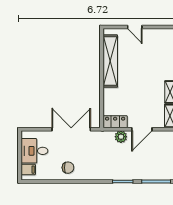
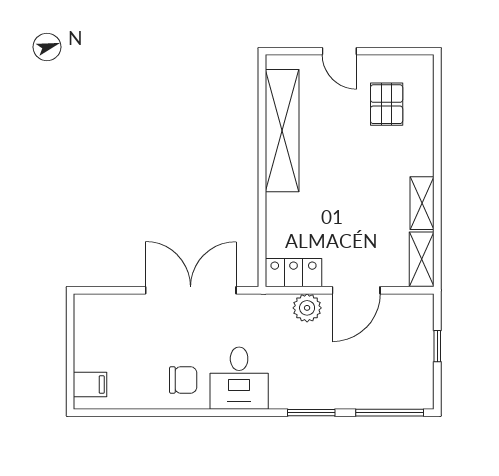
pallet: (155, 50) -> (387, 104), added
desk: (34, 151) -> (239, 378), moved, turned -90

